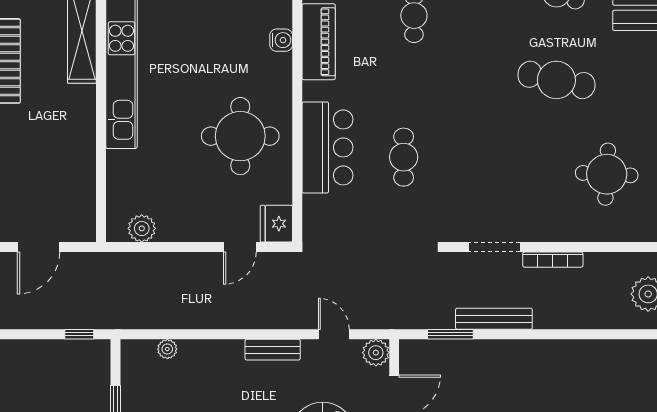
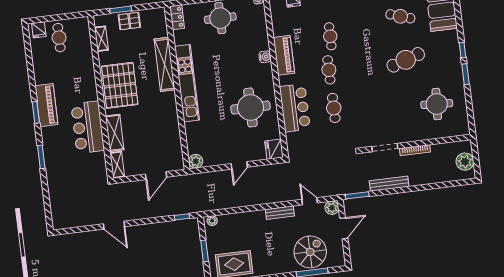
cafe table: (556, 80) -> (406, 60), turned -30
cafe table: (403, 81) -> (329, 70), added
plant: (142, 228) -> (196, 161), moved
door: (240, 247) -> (239, 165), moved
window: (450, 334) -> (357, 195), moved
plant: (167, 349) -> (212, 221), moved

